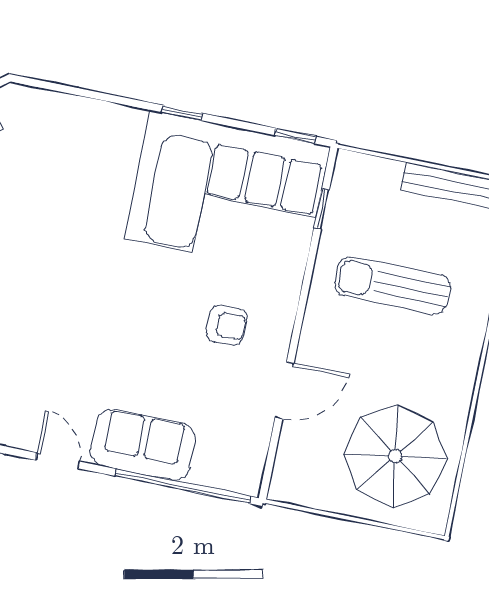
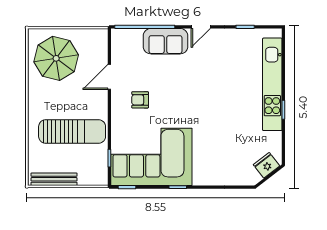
sun lounger: (393, 285) -> (72, 132), width x1.36, depth x1.34
door: (58, 461) -> (201, 27), hinge flipped

